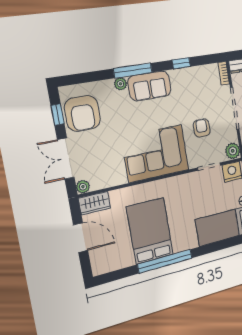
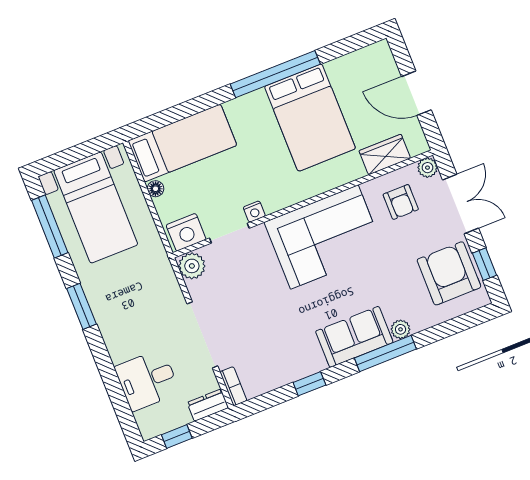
armchair: (202, 128) -> (401, 202), moved
nightstand: (193, 177) -> (254, 212), added
wardrobe: (95, 203) -> (385, 155), moved

